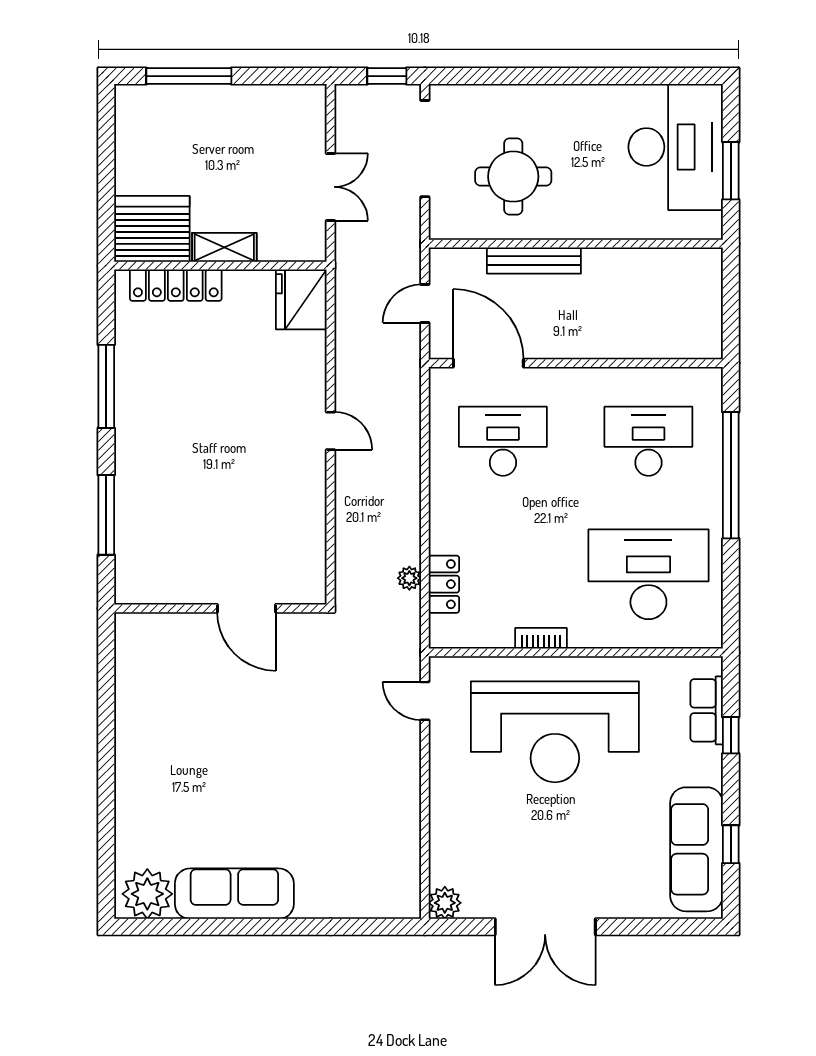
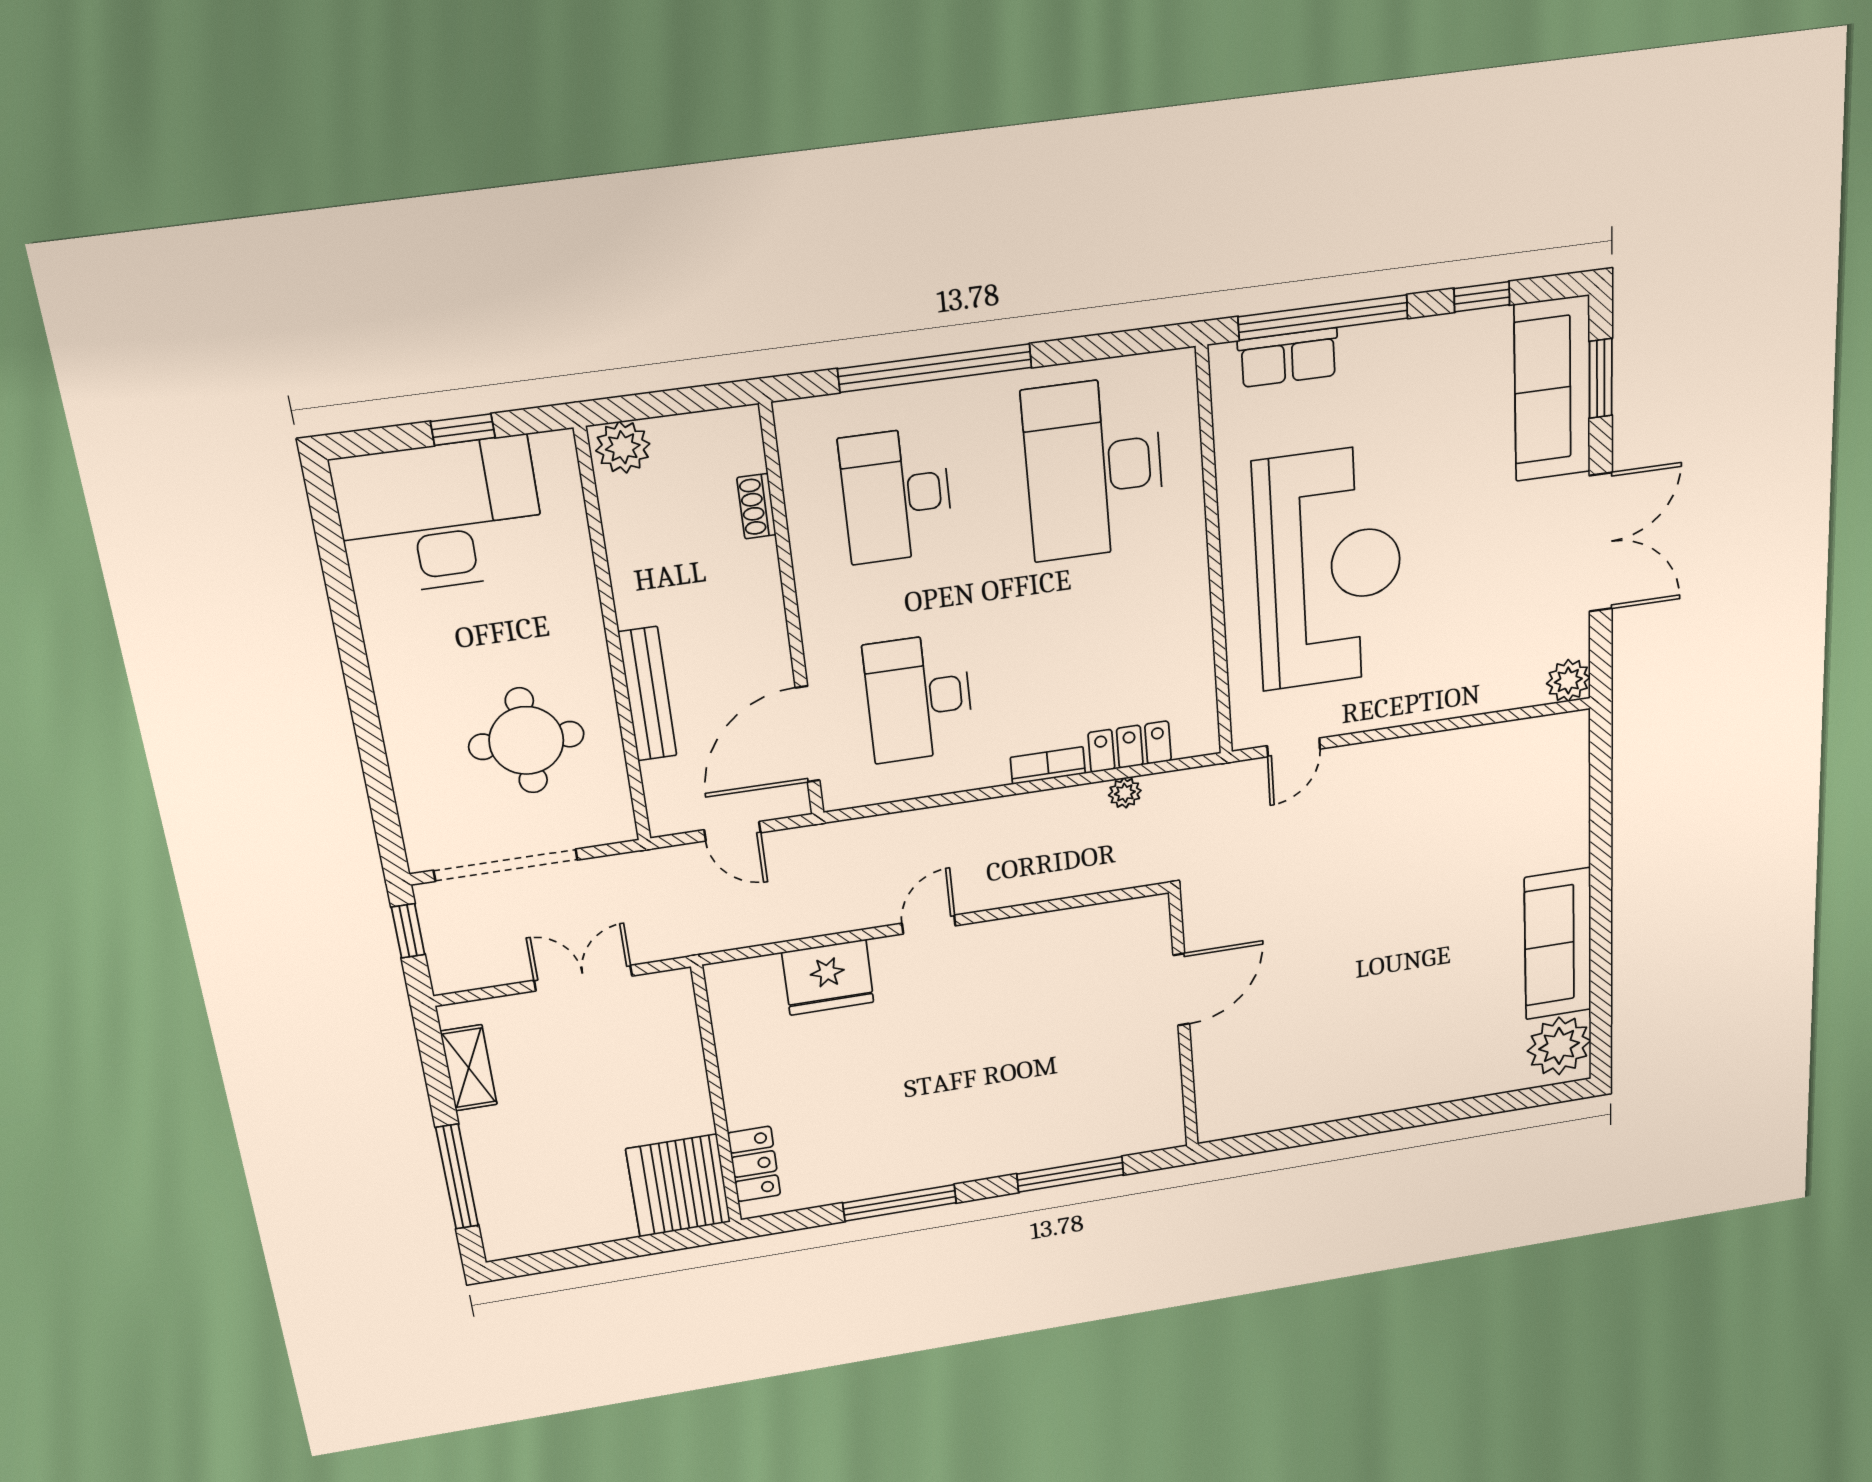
window: (731, 171) -> (463, 430), width x0.67
shelving: (224, 247) -> (469, 1068), moved
plant: (705, 269) -> (623, 447), added
locker: (176, 285) -> (754, 1164), width x0.66
fridge: (301, 299) -> (828, 977), moved
shoe rack: (654, 349) -> (757, 506), added
bookcase: (541, 638) -> (1048, 765), moved, turned 90
window: (731, 735) -> (1323, 317), width x3.17
sofa: (696, 849) -> (1552, 389), moved, turned 90
window: (663, 927) -> (1601, 378), added

